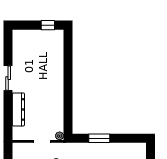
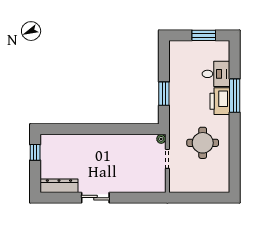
dresser: (18, 109) -> (59, 186), moved

